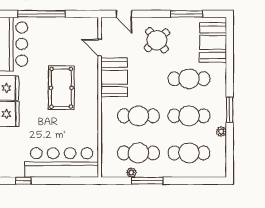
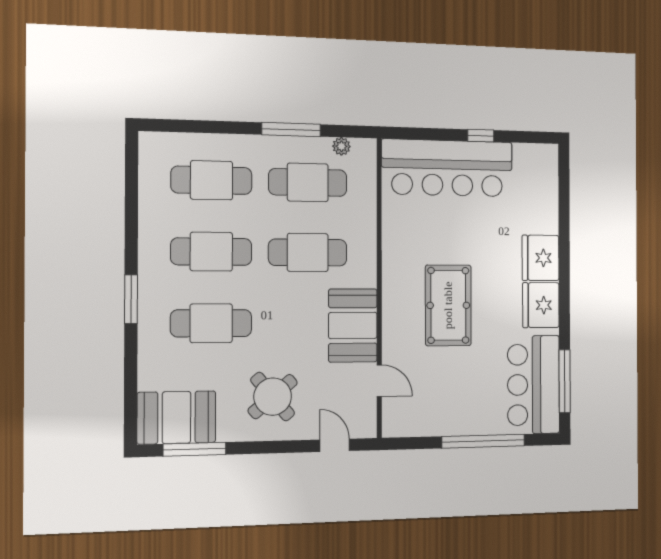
window: (187, 14) -> (195, 449), moved
booth: (213, 42) -> (177, 417), moved, turned 90
window: (230, 110) -> (131, 299), moved
plant: (221, 131) -> (148, 221), removed
plant: (132, 173) -> (341, 146), moved
window: (23, 181) -> (481, 136), moved

